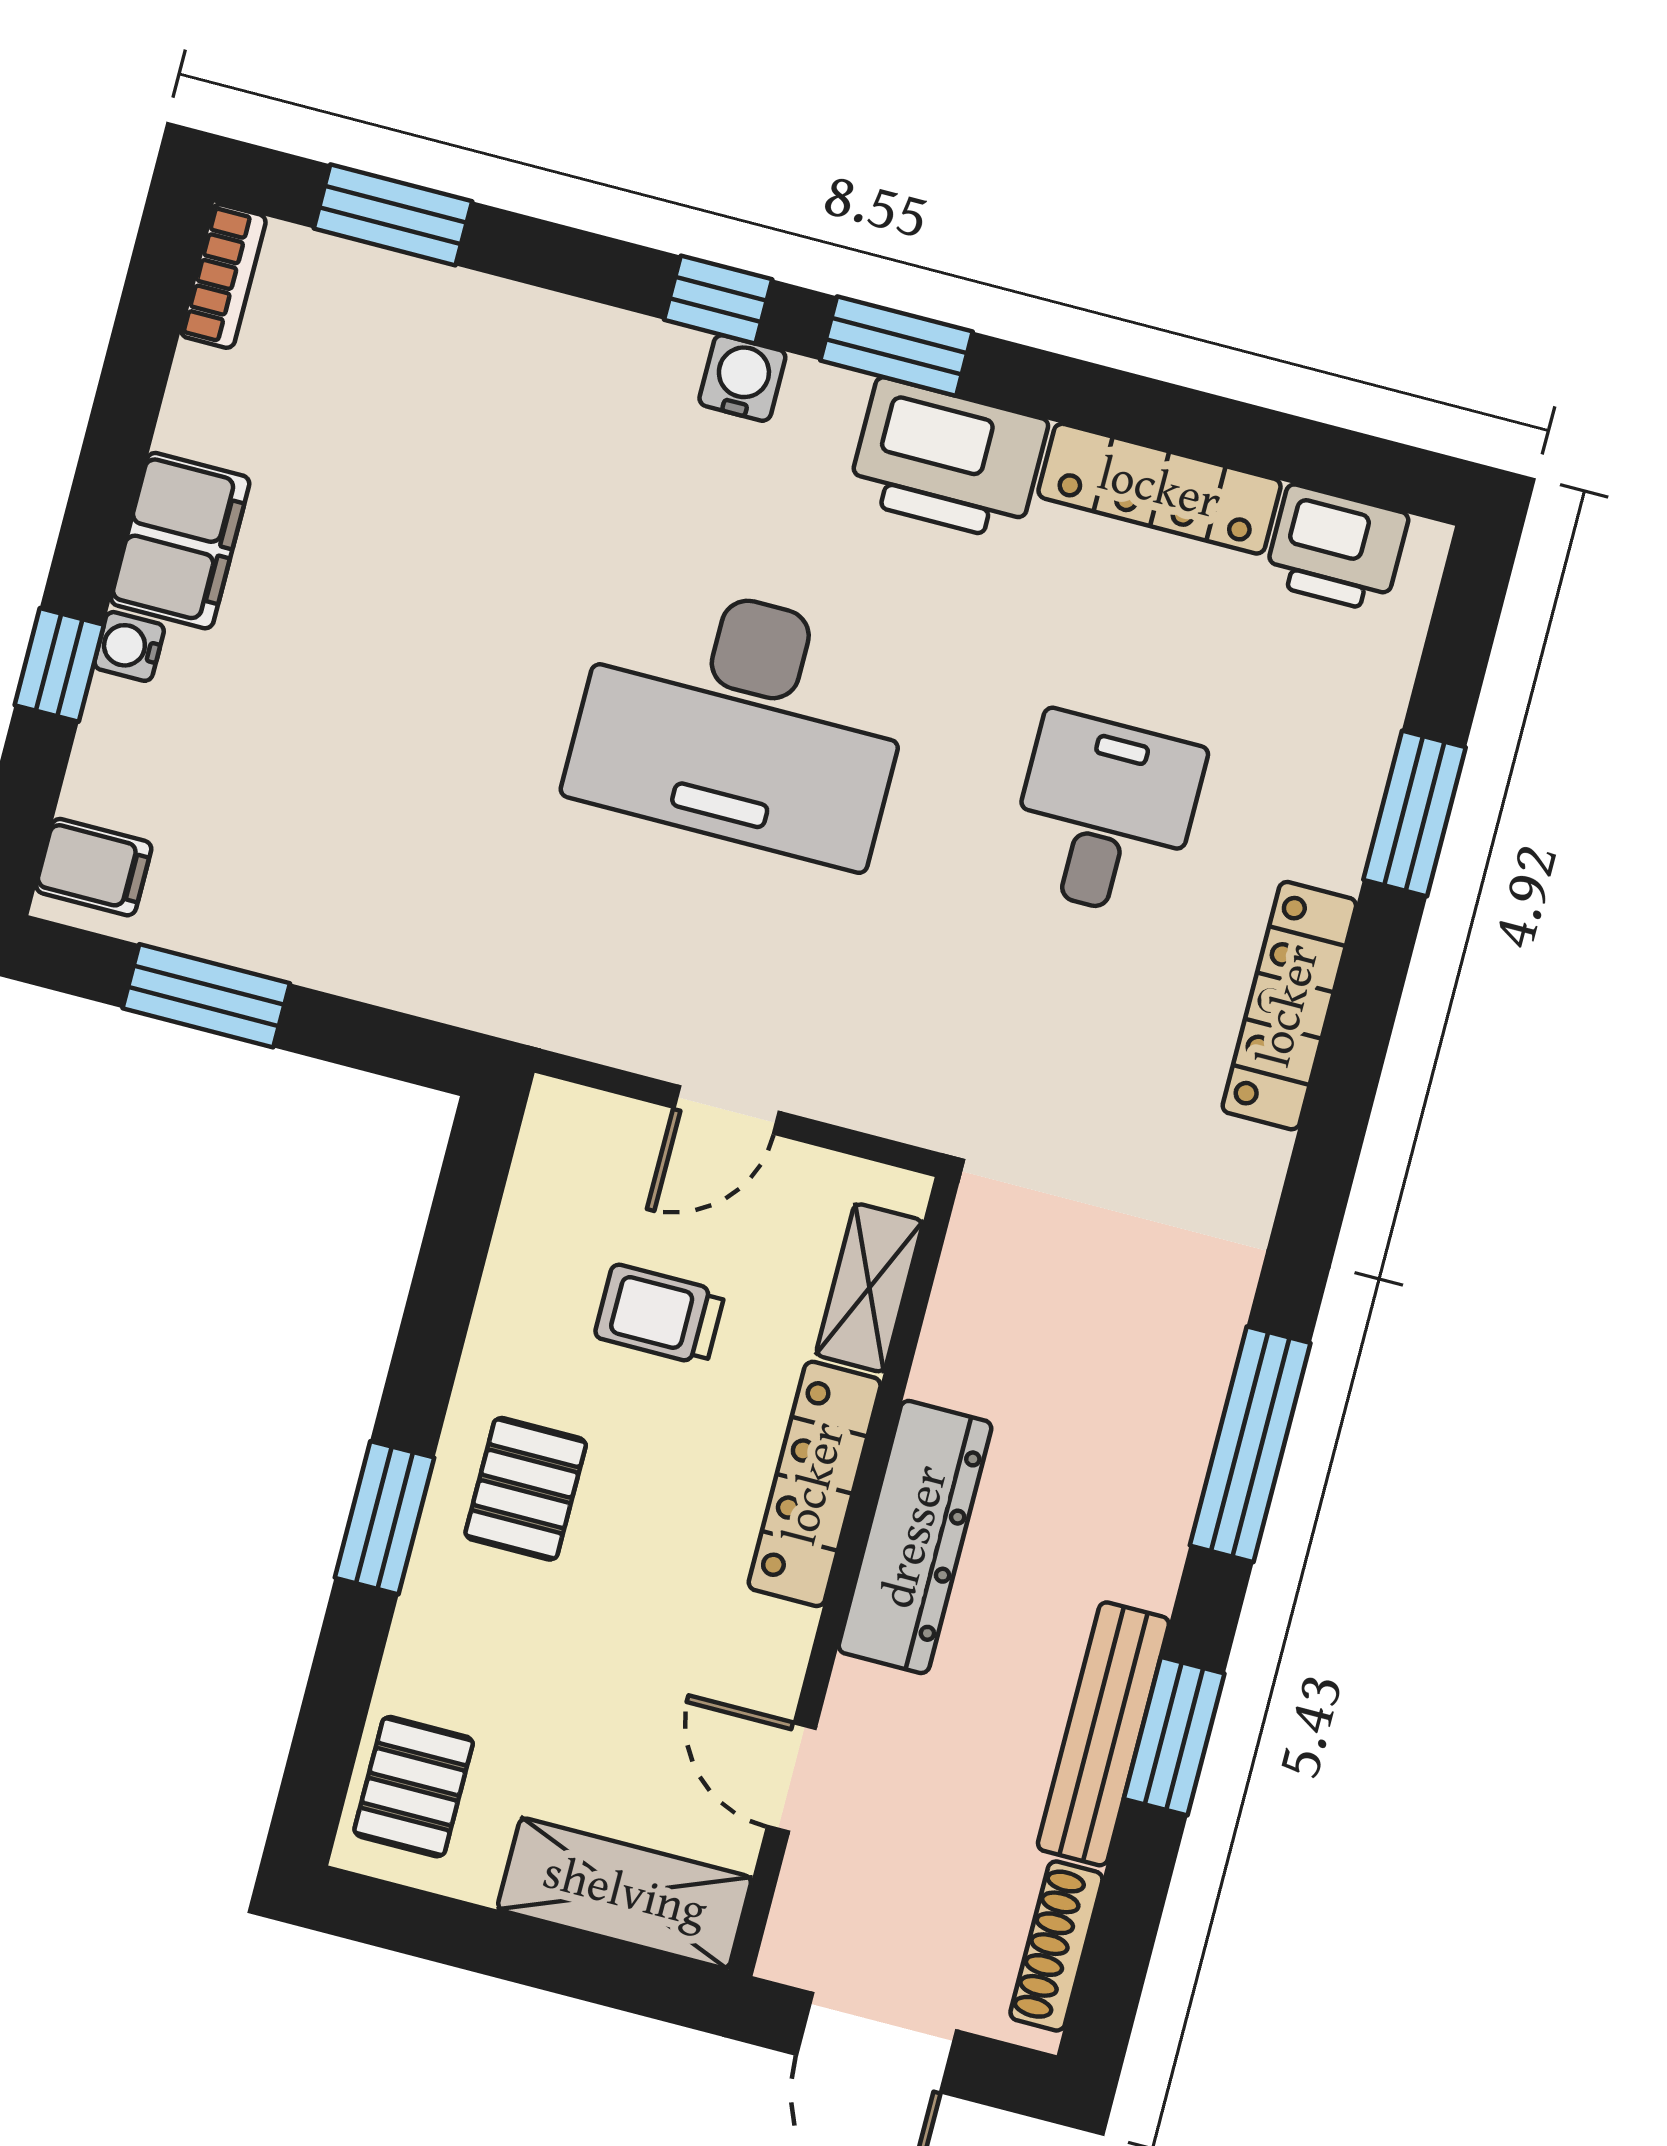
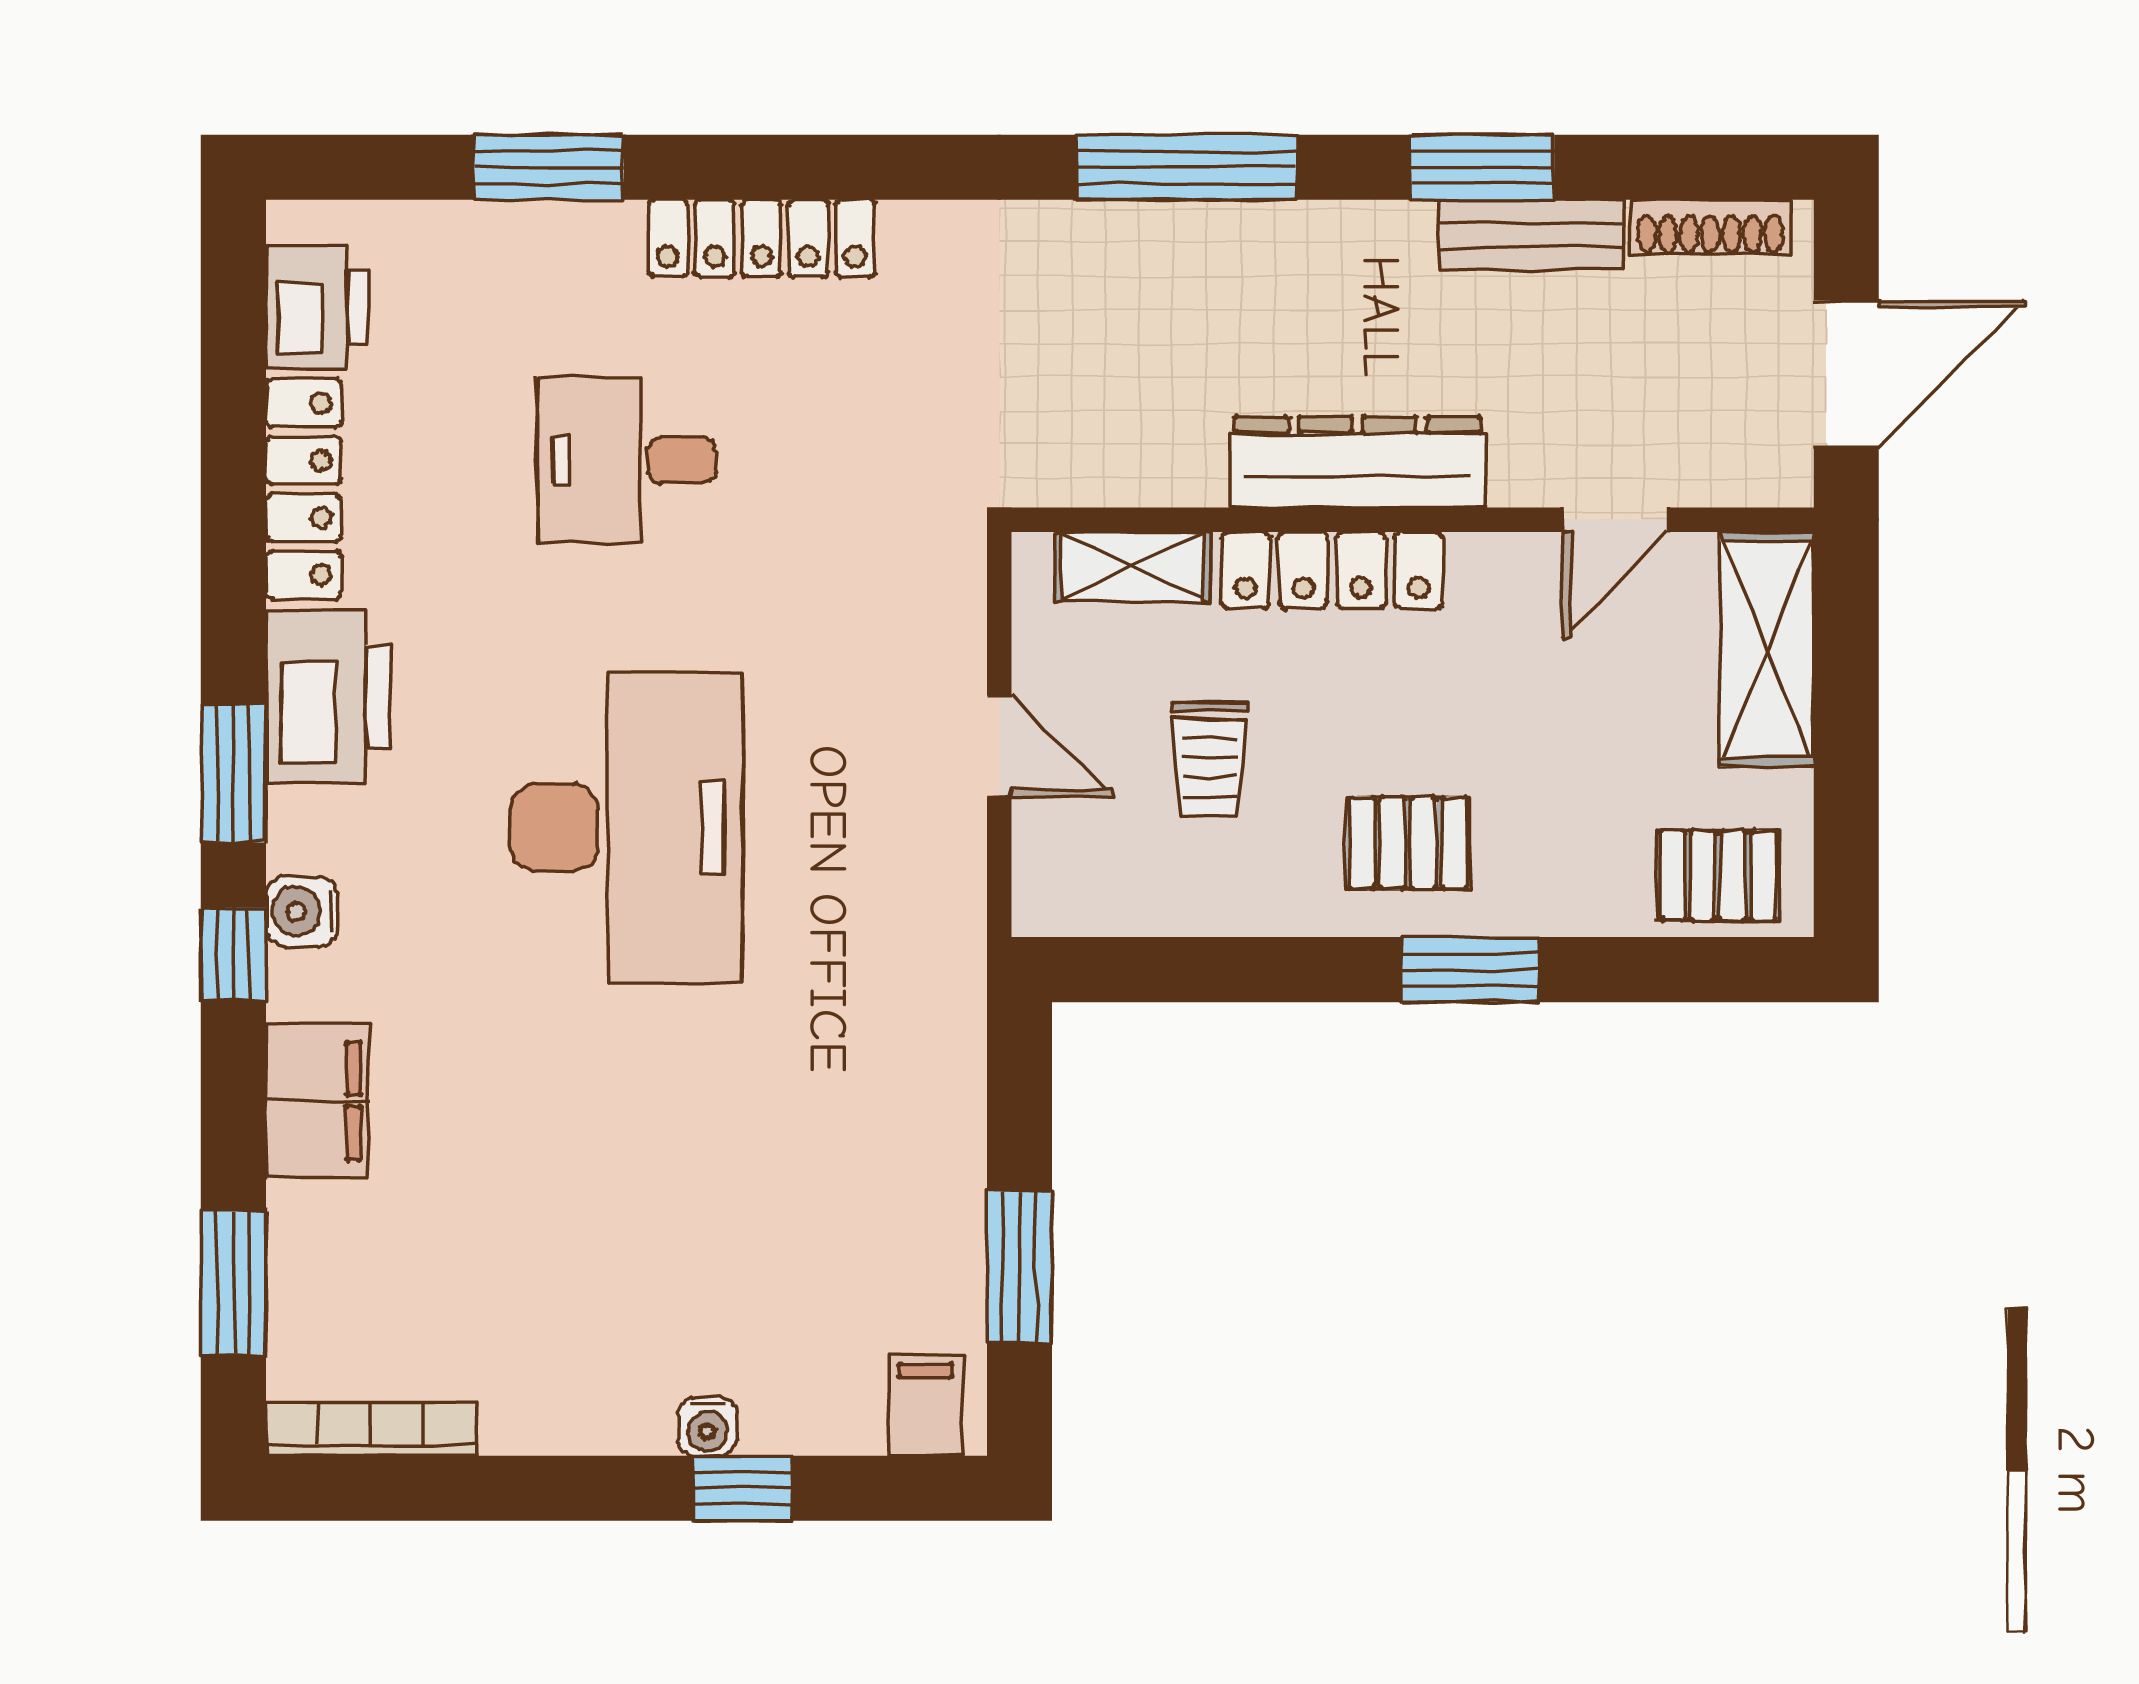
bookcase: (223, 276) -> (371, 1429), width x1.56
filing cabinet: (180, 541) -> (317, 1101), moved, turned 90
bench: (1103, 1734) -> (1531, 235), width x0.73

